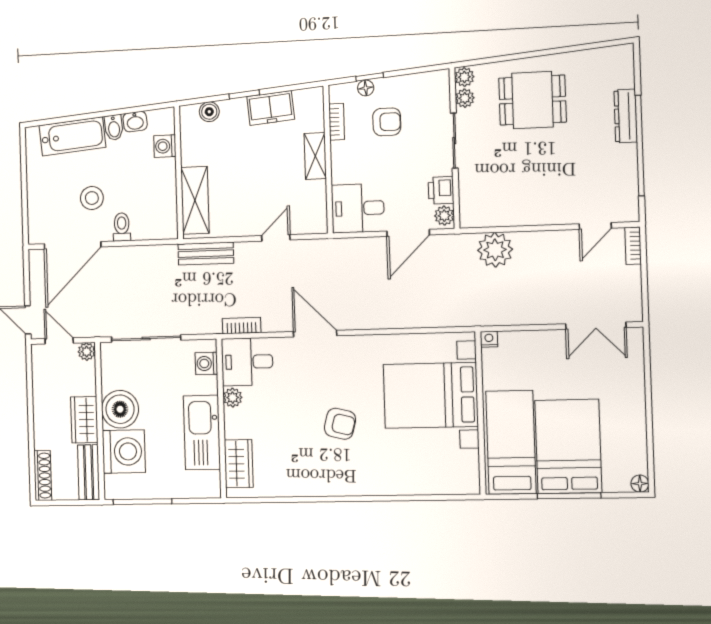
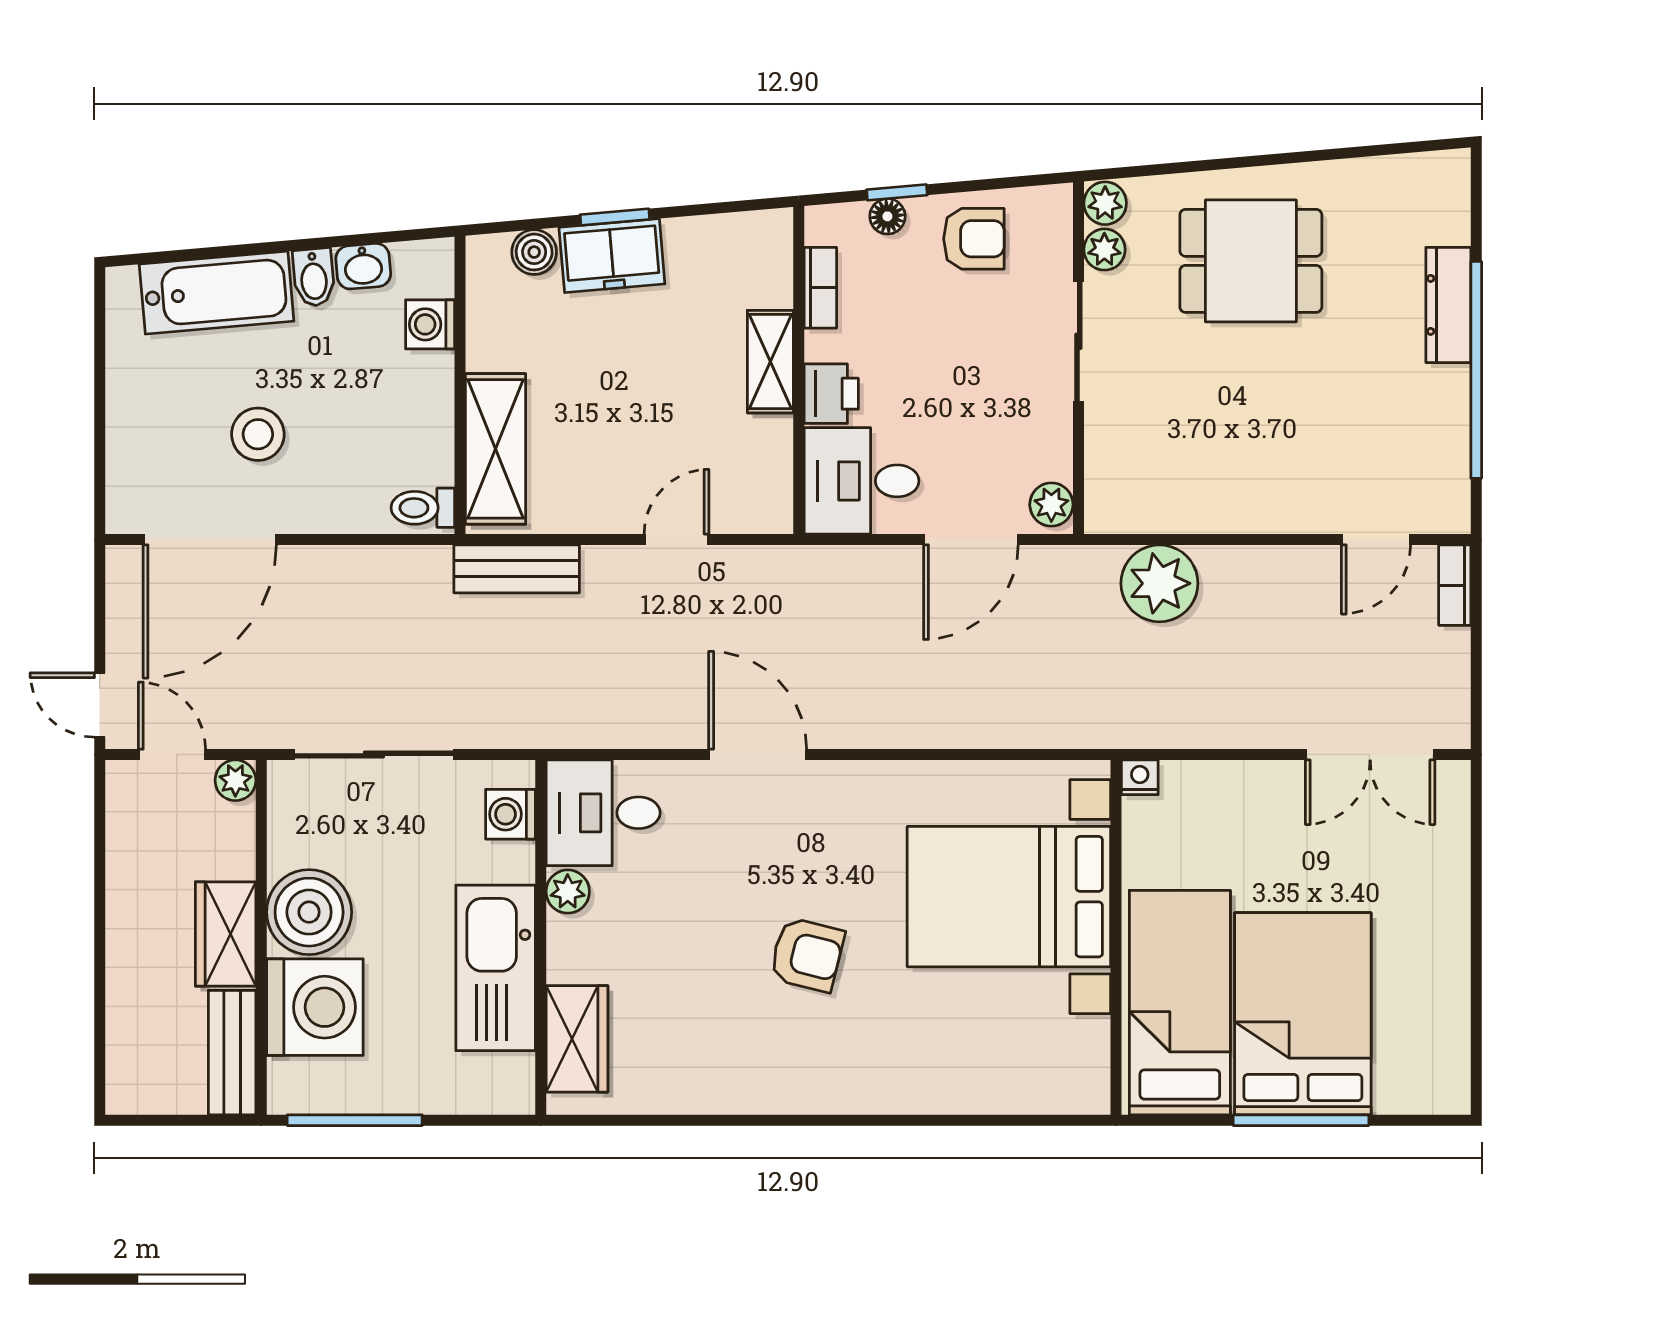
freezer: (271, 108) -> (612, 256), moved
armchair: (387, 122) -> (974, 239), moved
printer: (441, 190) -> (831, 394), moved, turned 180
toilet: (122, 227) -> (423, 508), moved, turned -90
bookcase: (242, 326) -> (593, 732), removed
shoe rack: (43, 476) -> (124, 1058), removed
floor lamp: (640, 484) -> (1452, 1096), removed

